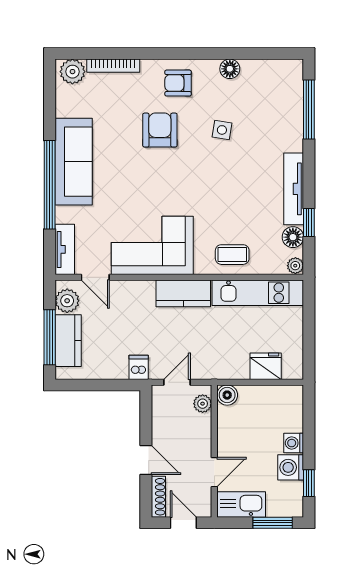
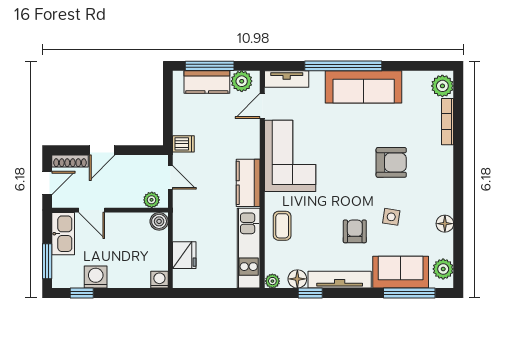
plant: (282, 71) -> (443, 269), added
armchair: (178, 83) -> (355, 231), moved
sofa: (285, 119) -> (401, 272), added
washing machine: (294, 443) -> (159, 280), moved

